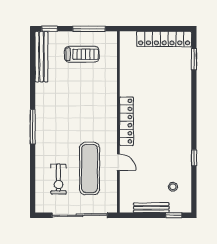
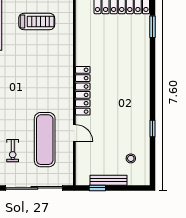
exercise bike: (59, 179) -> (13, 151), width x0.73, depth x0.72
window: (174, 215) -> (97, 188), moved

